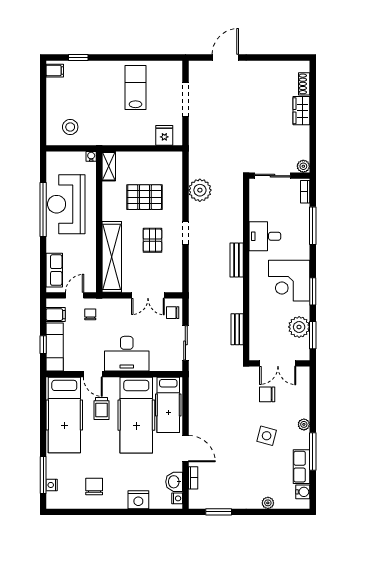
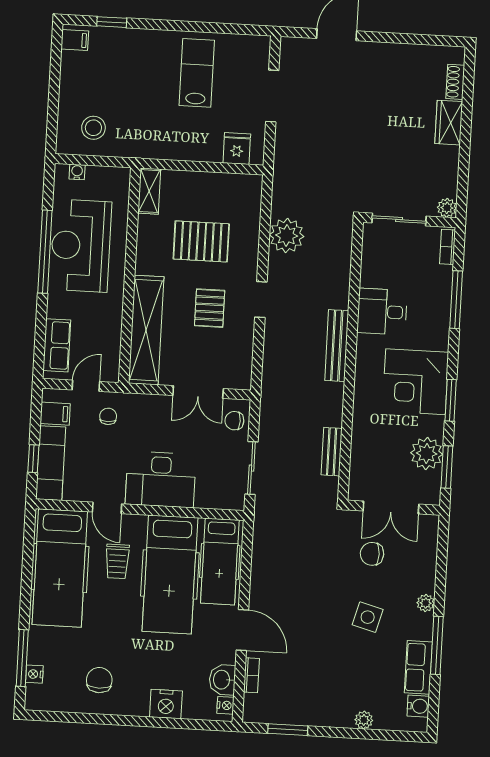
water cooler: (91, 156) -> (77, 172), moved
bench: (237, 260) -> (337, 346), width x1.36

